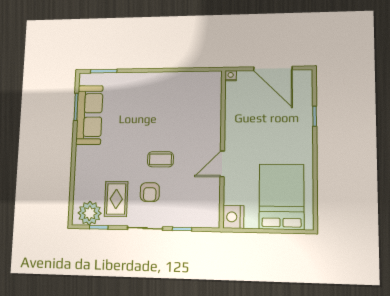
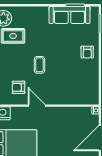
armchair: (144, 89) -> (87, 52), added
armchair: (150, 192) -> (18, 87), moved

